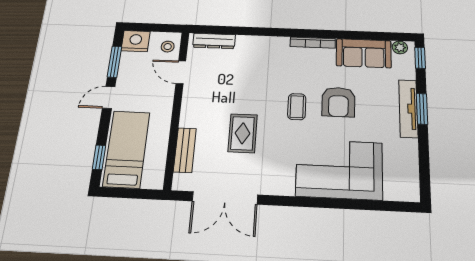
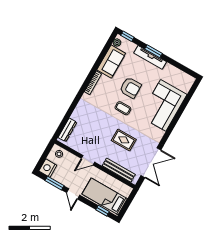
door: (181, 72) -> (88, 160), moved
bench: (185, 150) -> (119, 170), width x1.36

